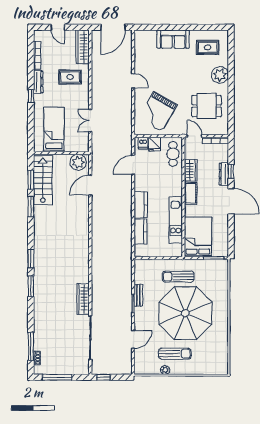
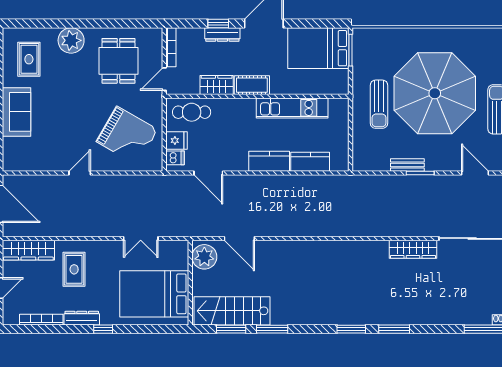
bed: (54, 130) -> (154, 294), width x1.50
bed: (198, 237) -> (318, 48), moved

